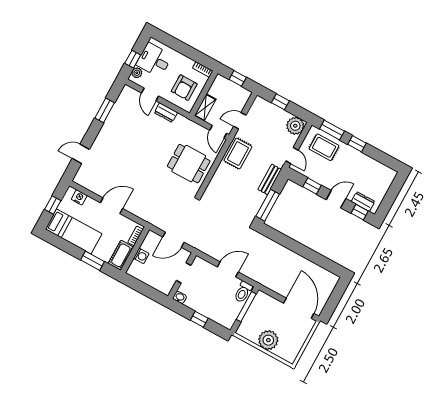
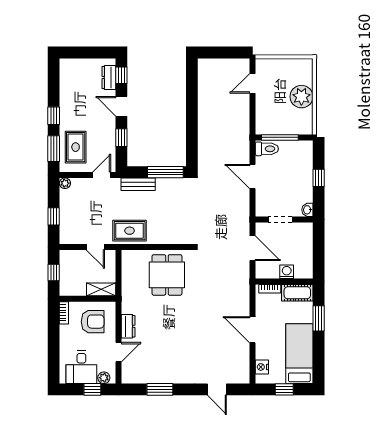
plant: (295, 126) -> (65, 183), width x0.53, depth x0.53
door: (218, 132) -> (118, 263), removed
door: (299, 308) -> (252, 83), width x0.53

